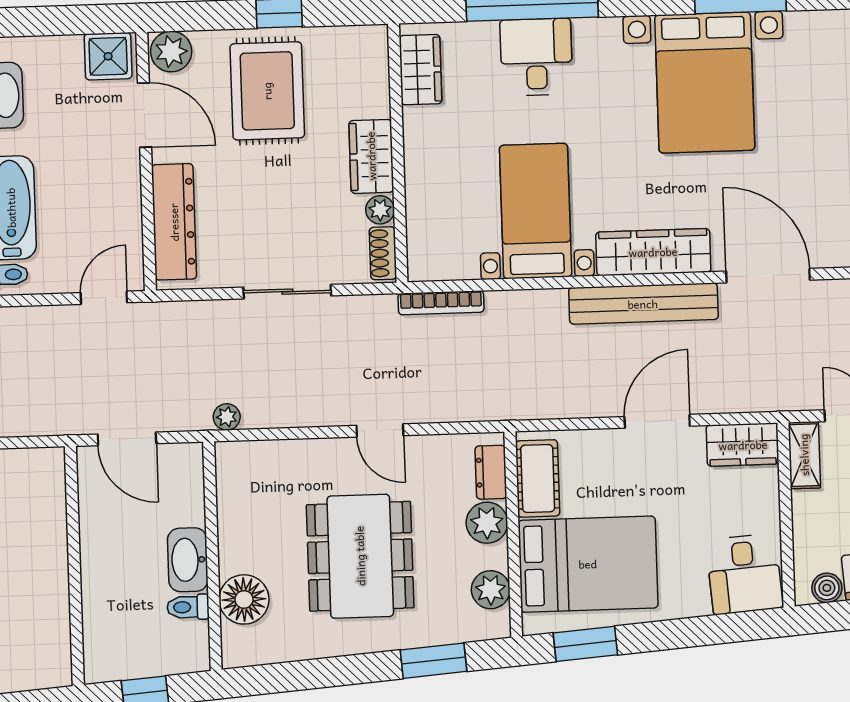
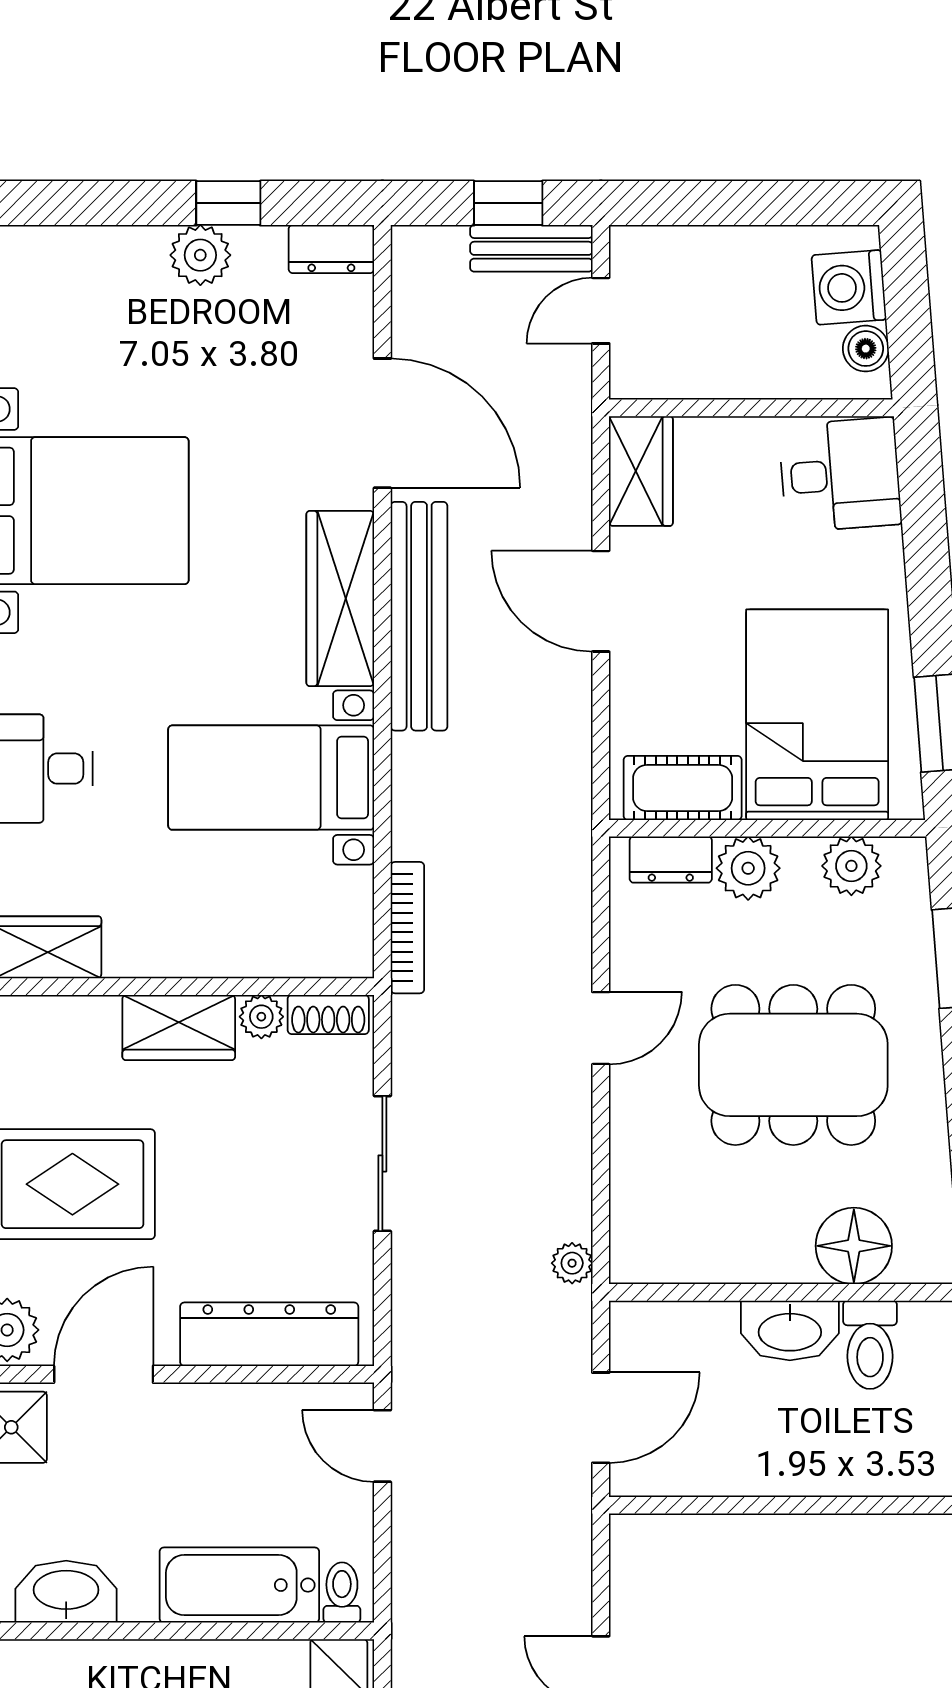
door: (768, 276) -> (382, 423), swing flipped
shelving: (804, 455) -> (660, 377), removed
toilet: (188, 607) -> (870, 1345), width x1.37, depth x1.39

